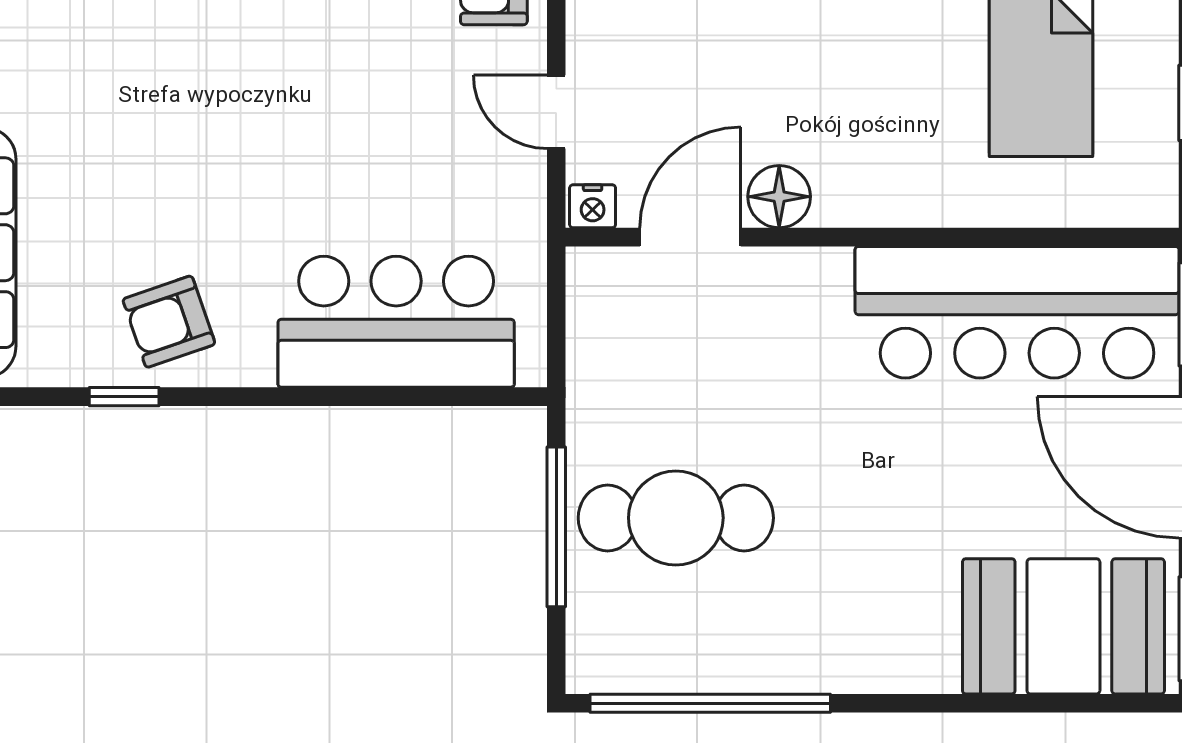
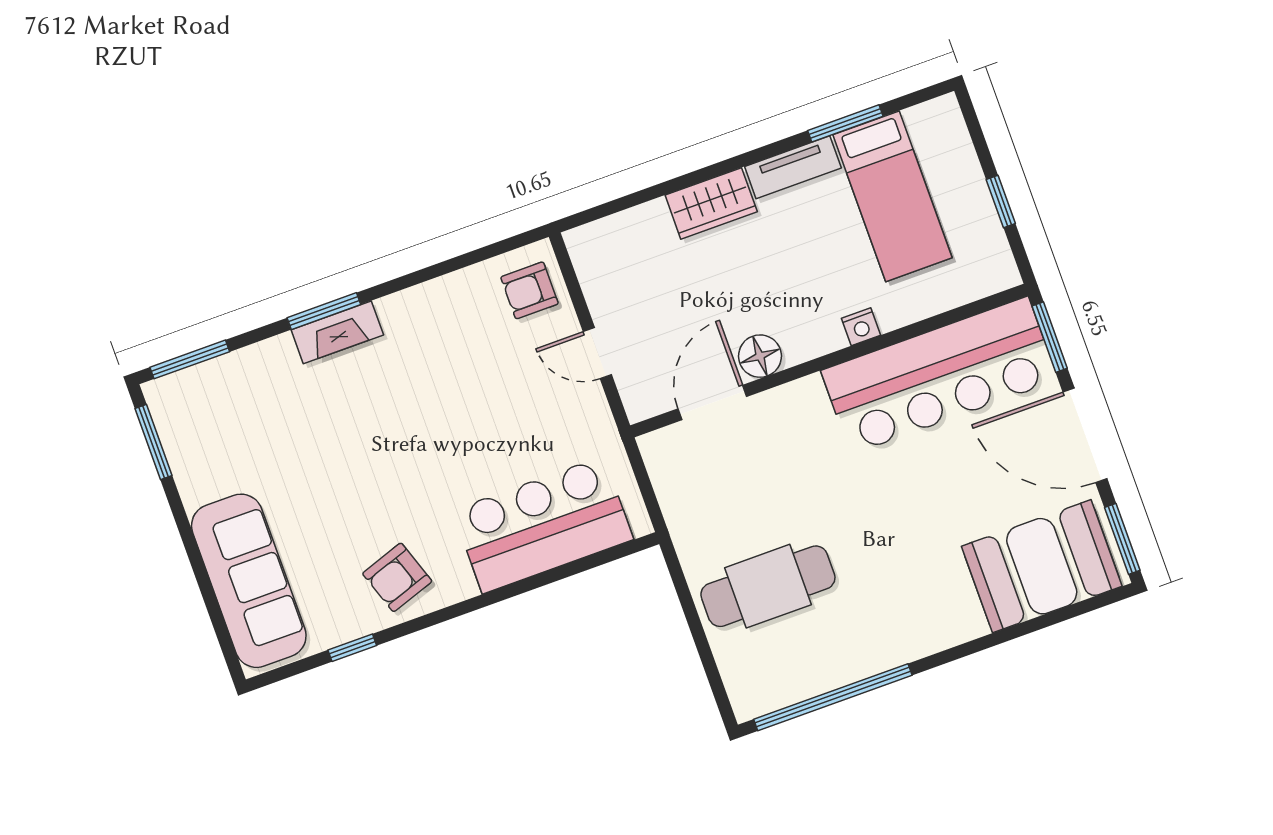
nightstand: (593, 206) -> (861, 327), moved
window: (124, 397) -> (352, 648), moved
window: (556, 527) -> (693, 620), removed

